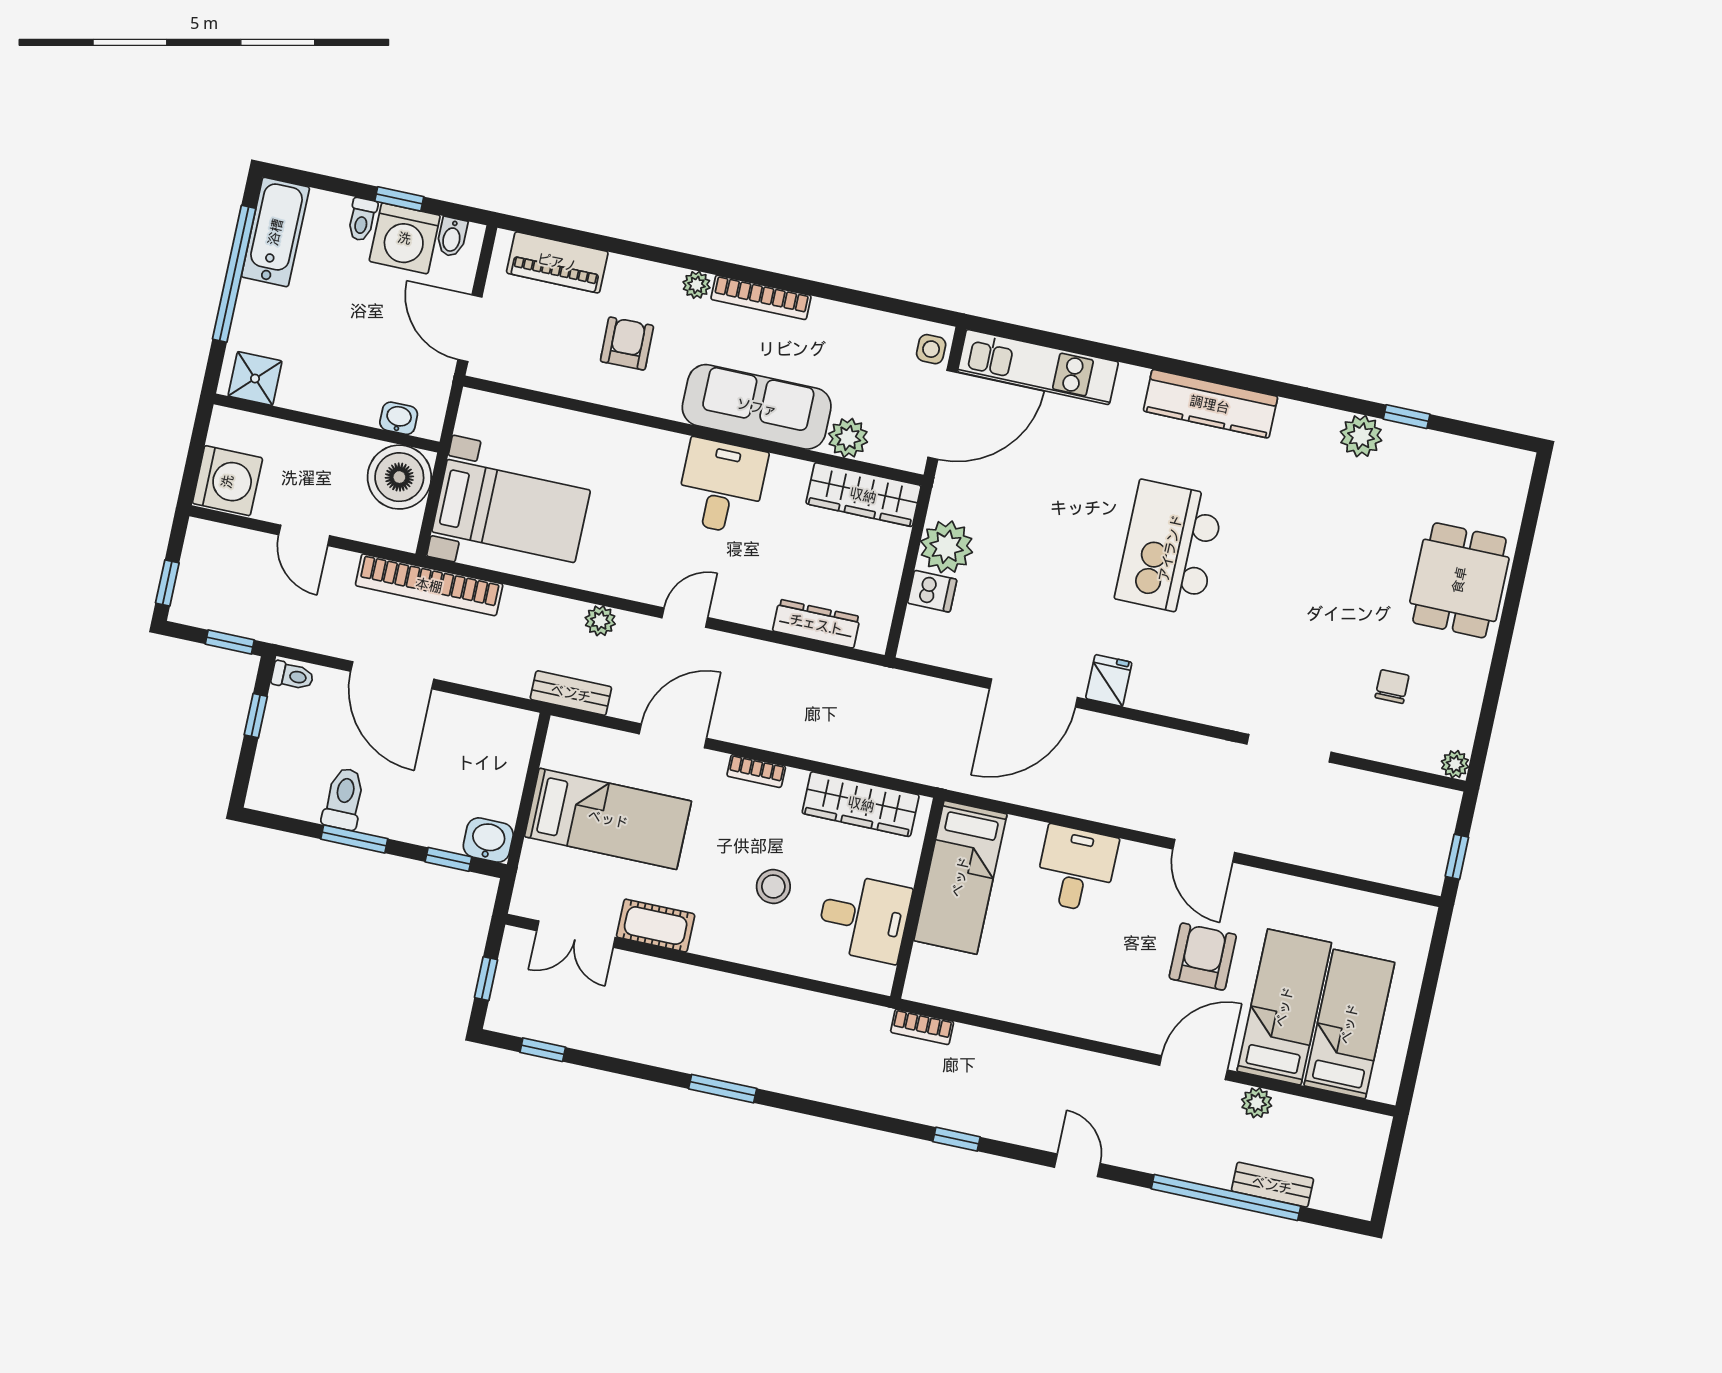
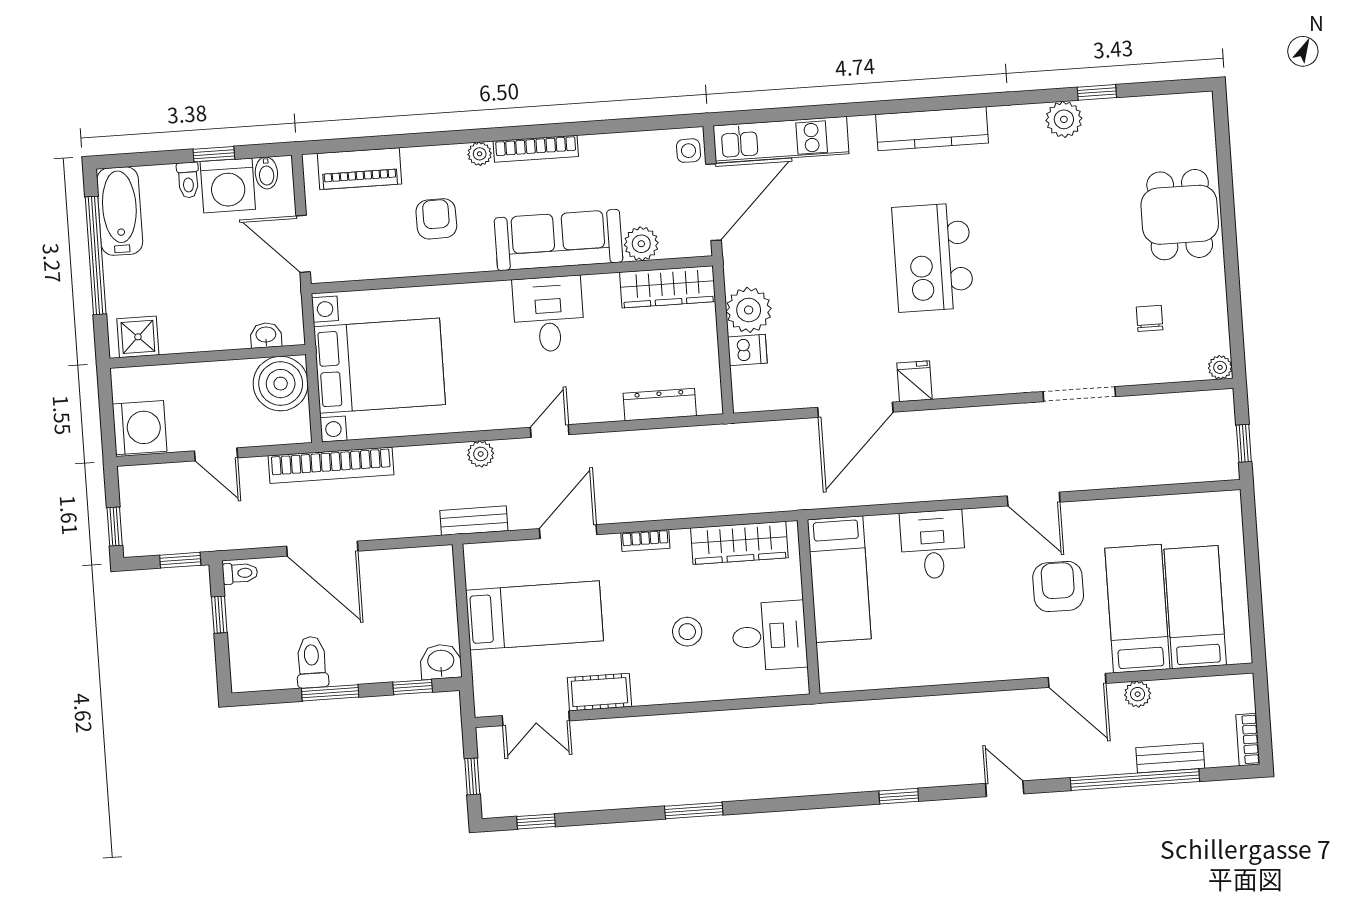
bed with nightstands: (511, 511) -> (380, 366), width x1.36
bookcase: (922, 1027) -> (1248, 740), moved, turned 90
door: (1193, 1068) -> (1077, 680), swing flipped

